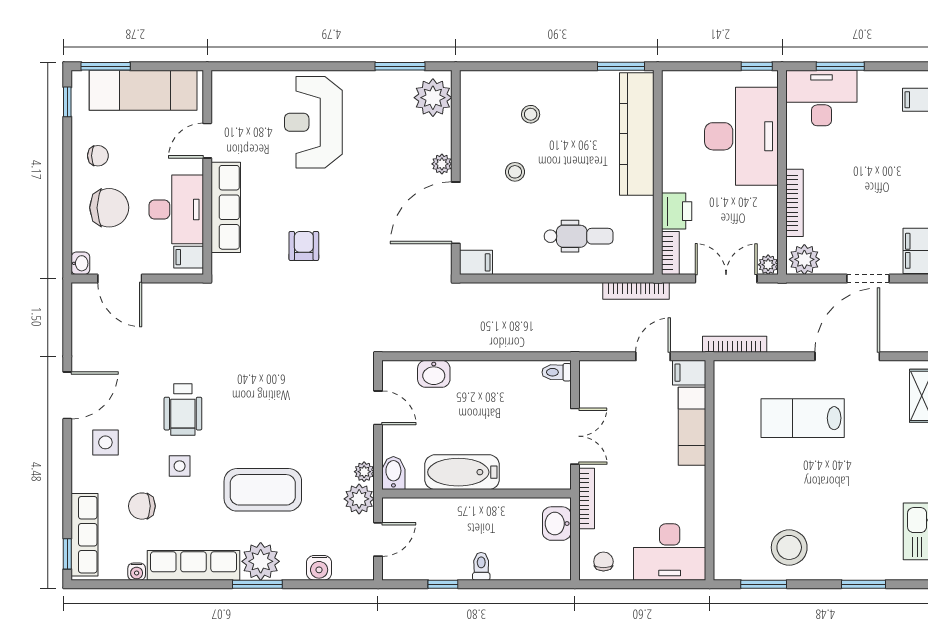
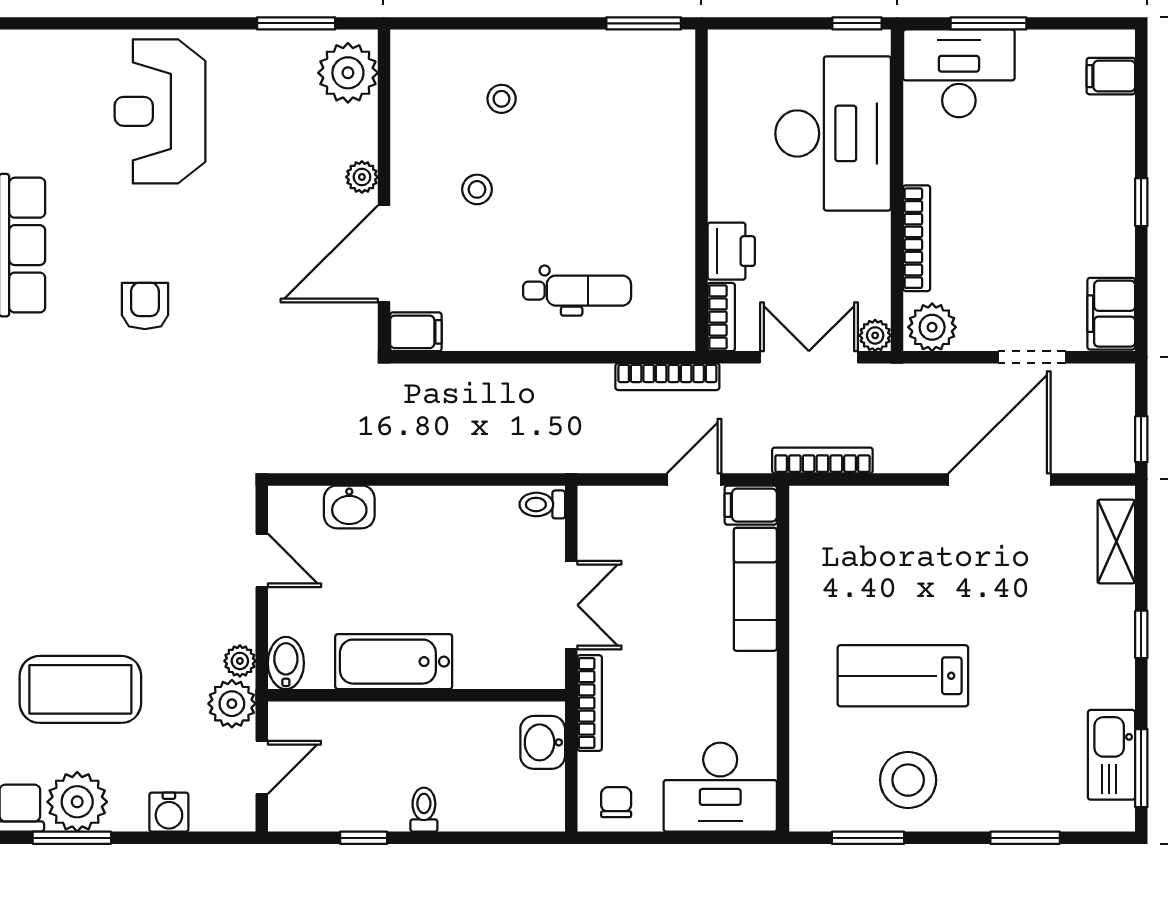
kitchen counter: (637, 134) -> (668, 130), removed
lab bench: (803, 418) -> (903, 676), moved

